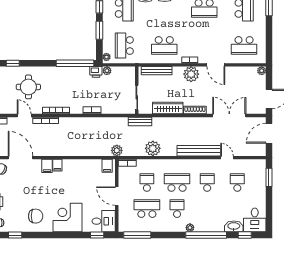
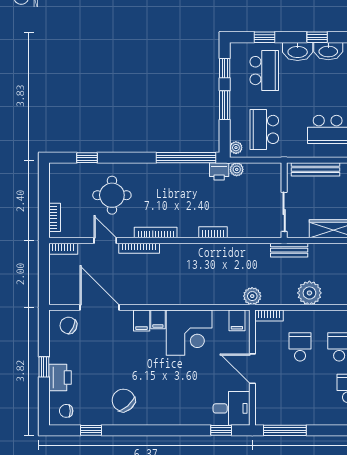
school desk: (147, 209) -> (300, 388), removed
chair: (36, 216) -> (123, 400), turned -131
corner desk: (68, 218) -> (189, 333), moved, turned 180

